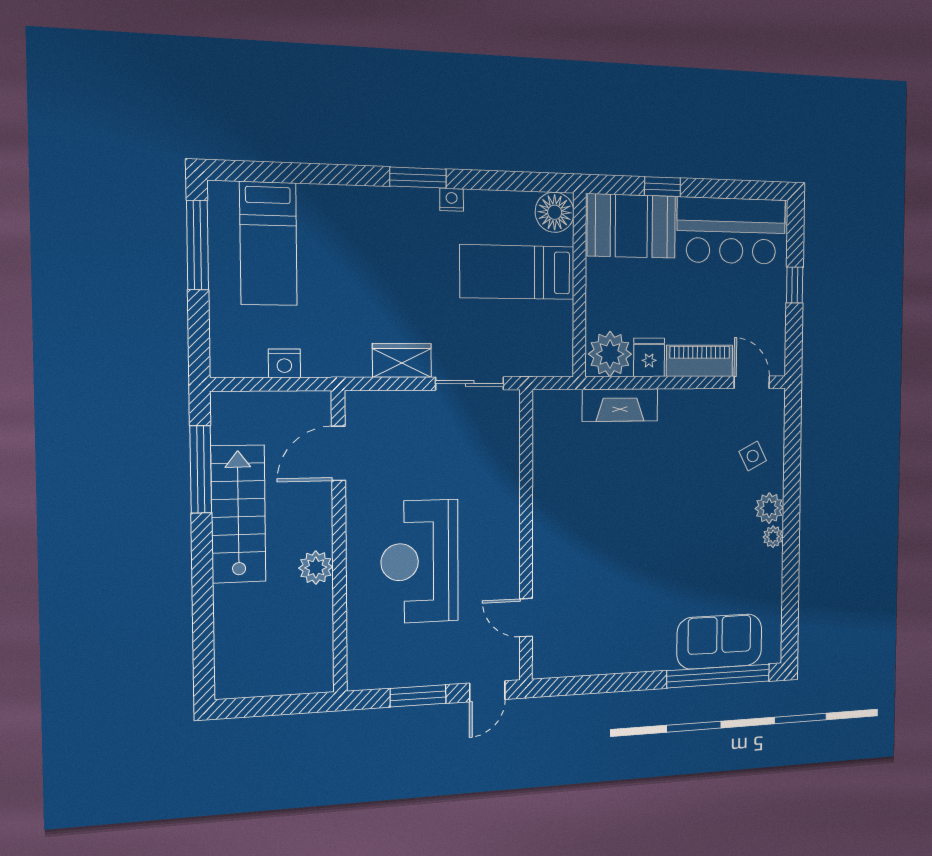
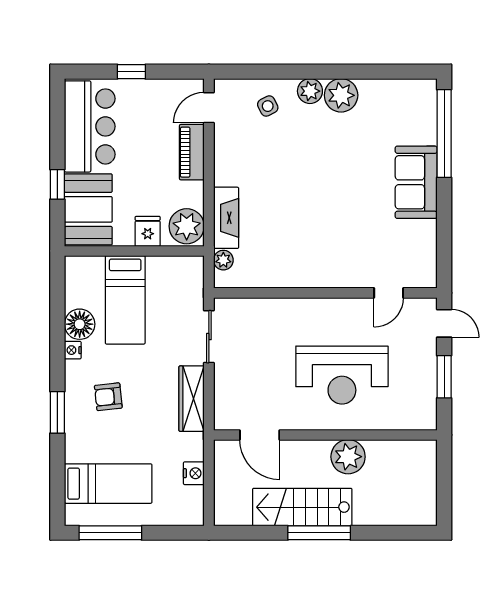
window: (418, 178) -> (57, 412), moved
floor lamp: (555, 212) -> (80, 324), moved
armchair: (389, 247) -> (108, 397), added
fridge: (649, 357) -> (148, 231), moved, turned 90
wardrobe: (402, 360) -> (192, 399), width x1.50
plant: (568, 402) -> (223, 260), added
window: (201, 469) -> (319, 533), moved
plant: (773, 537) -> (341, 95), width x1.88, depth x1.88
plant: (316, 568) -> (348, 457), width x1.36, depth x1.36
sofa: (719, 641) -> (416, 182), moved

